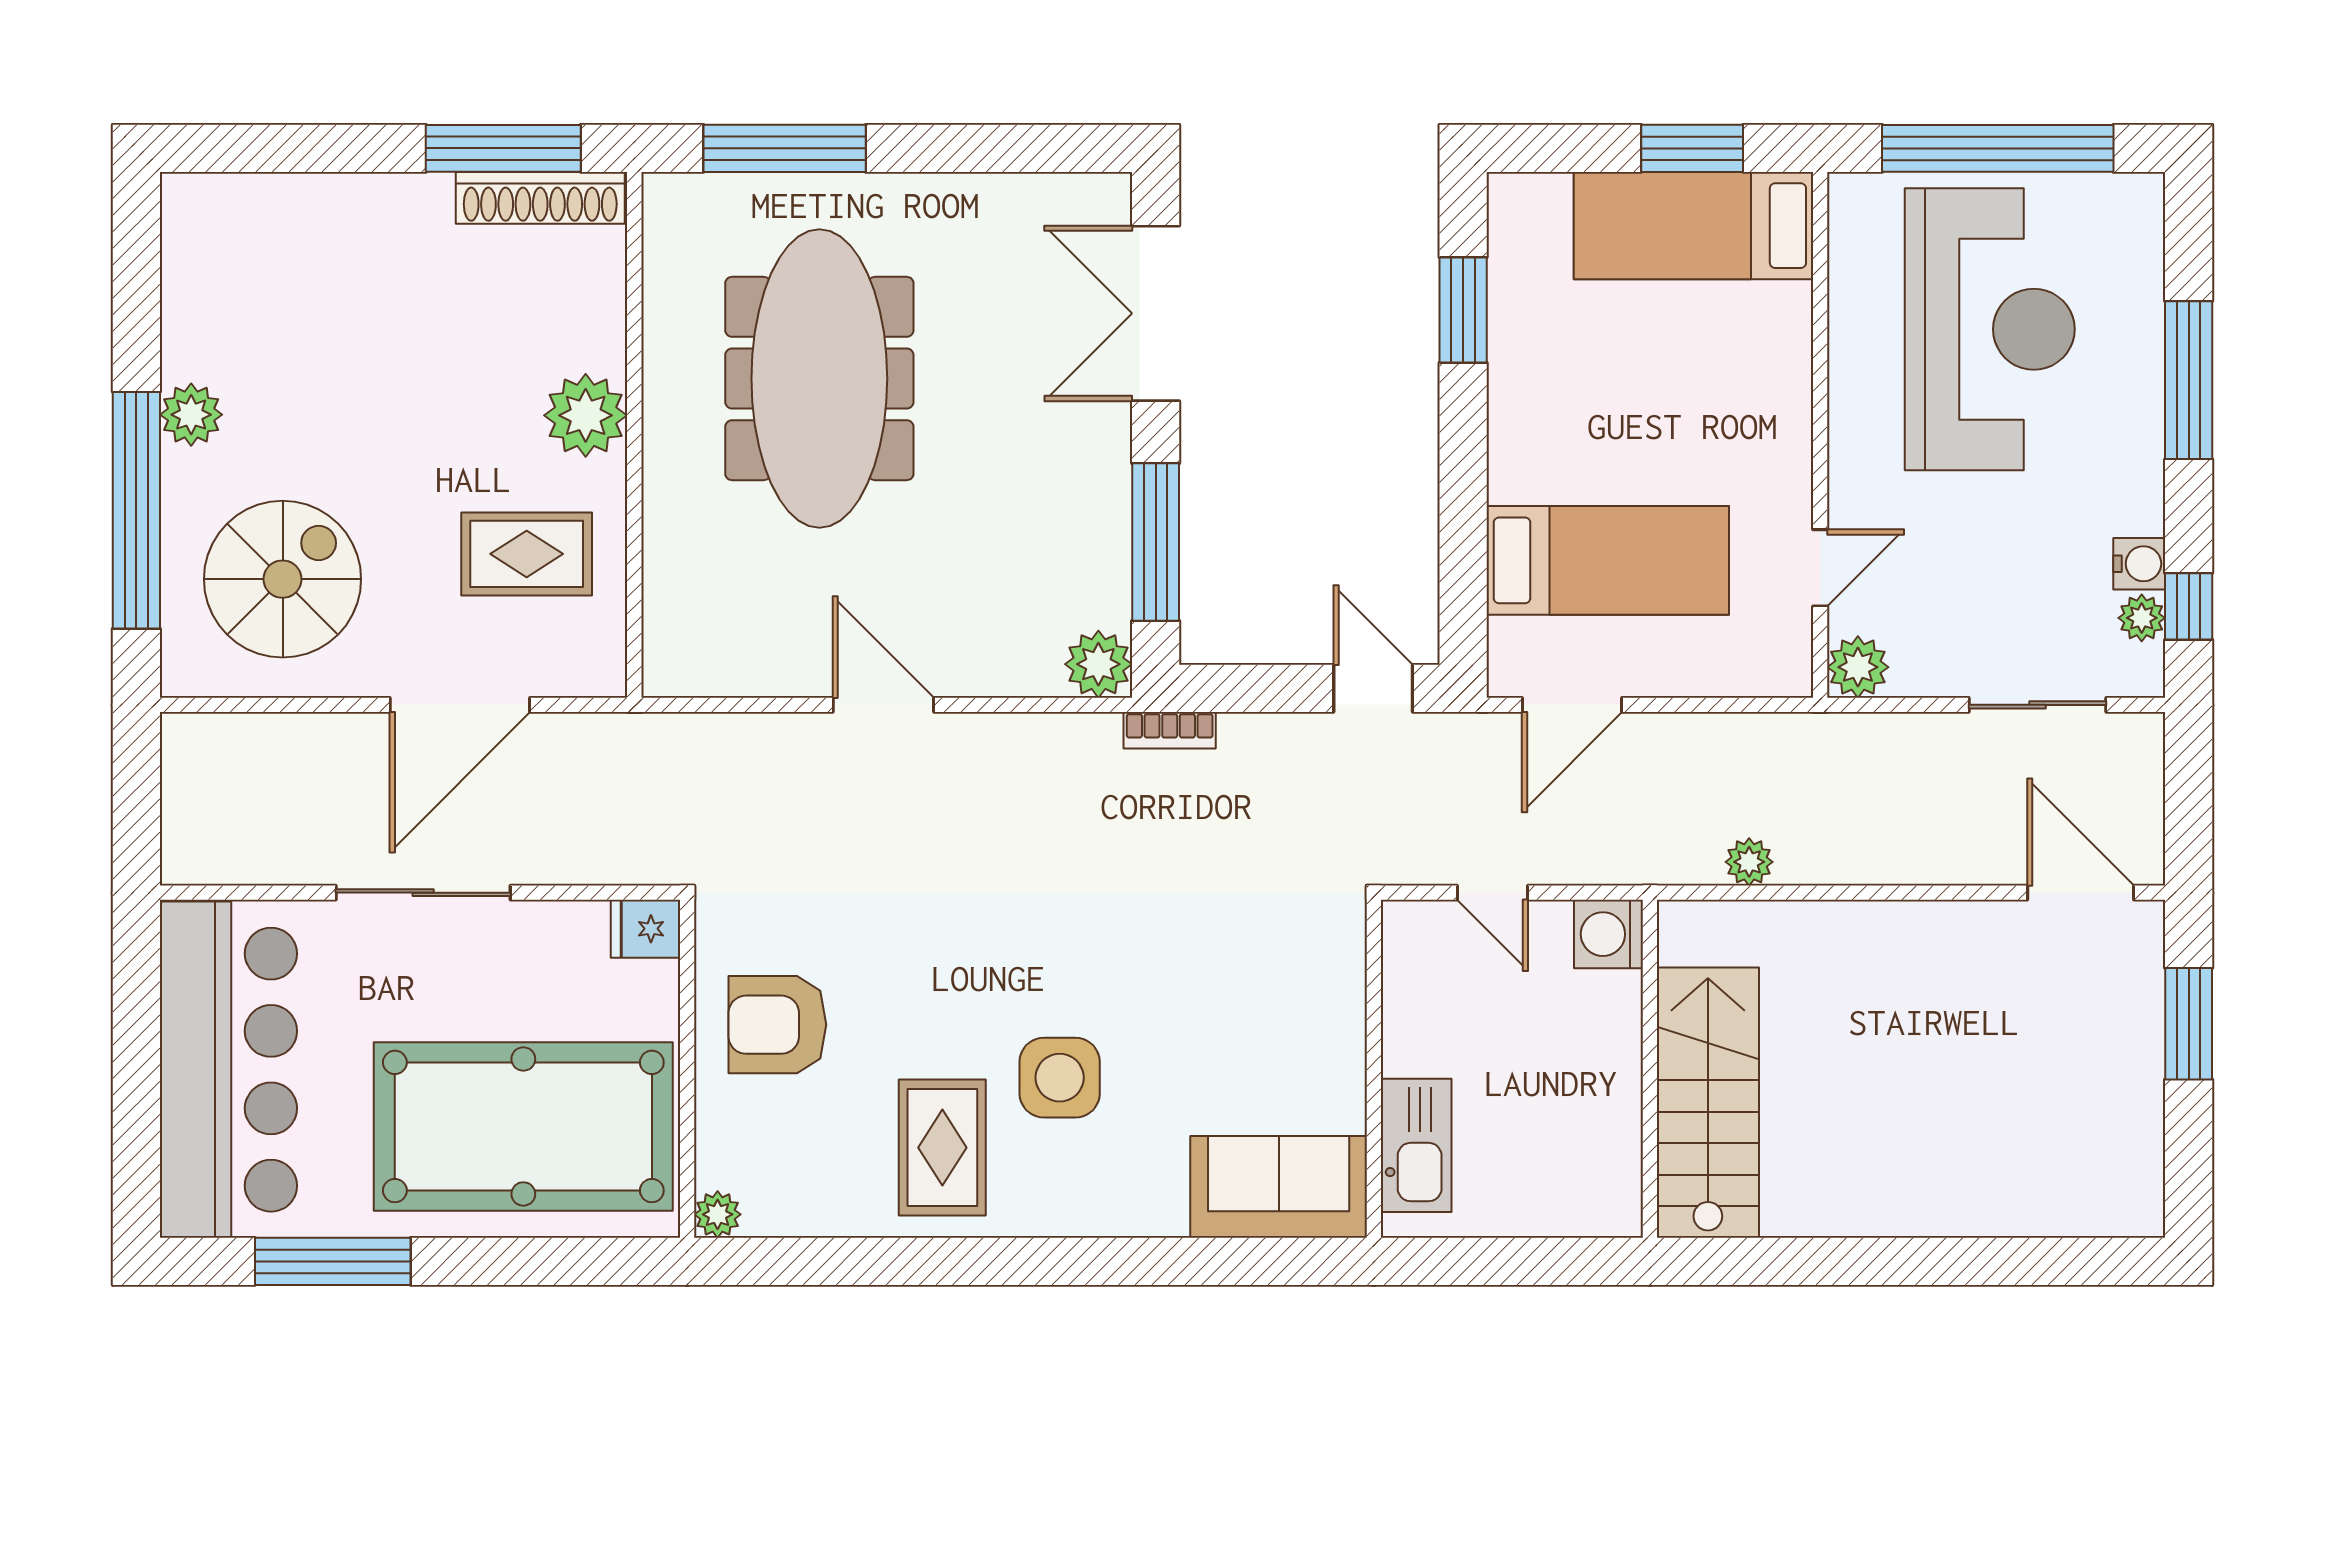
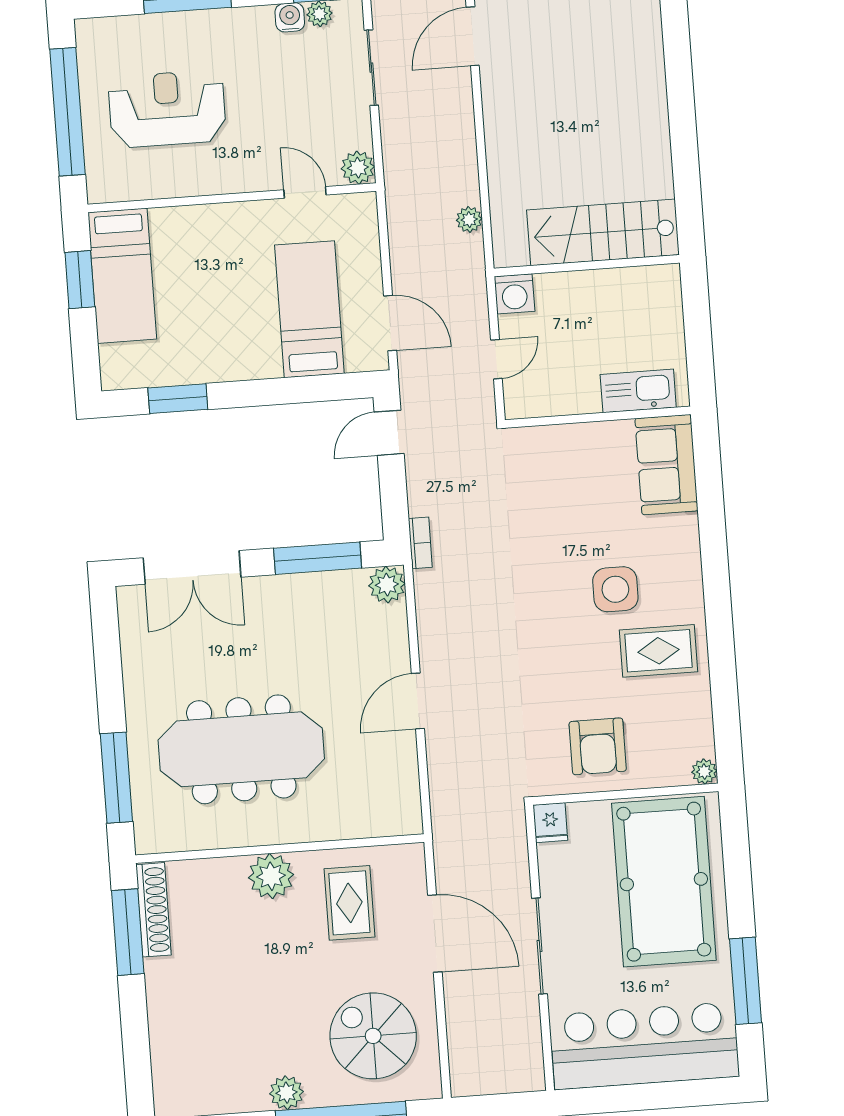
reception desk: (1990, 329) -> (167, 109), width x0.74, depth x0.77

